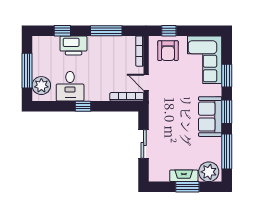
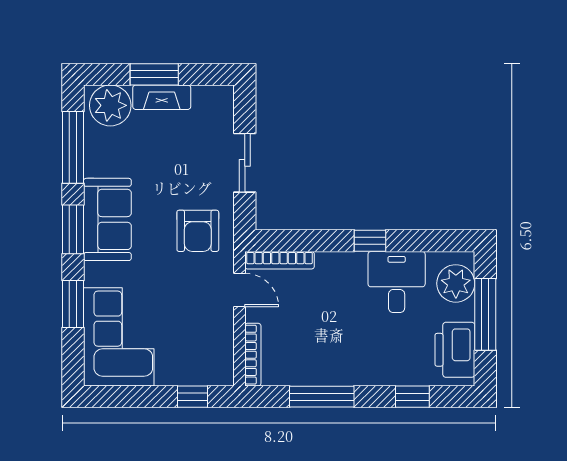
printer: (74, 45) -> (455, 350), moved, turned -90
armchair: (168, 51) -> (198, 231), moved, turned 180

